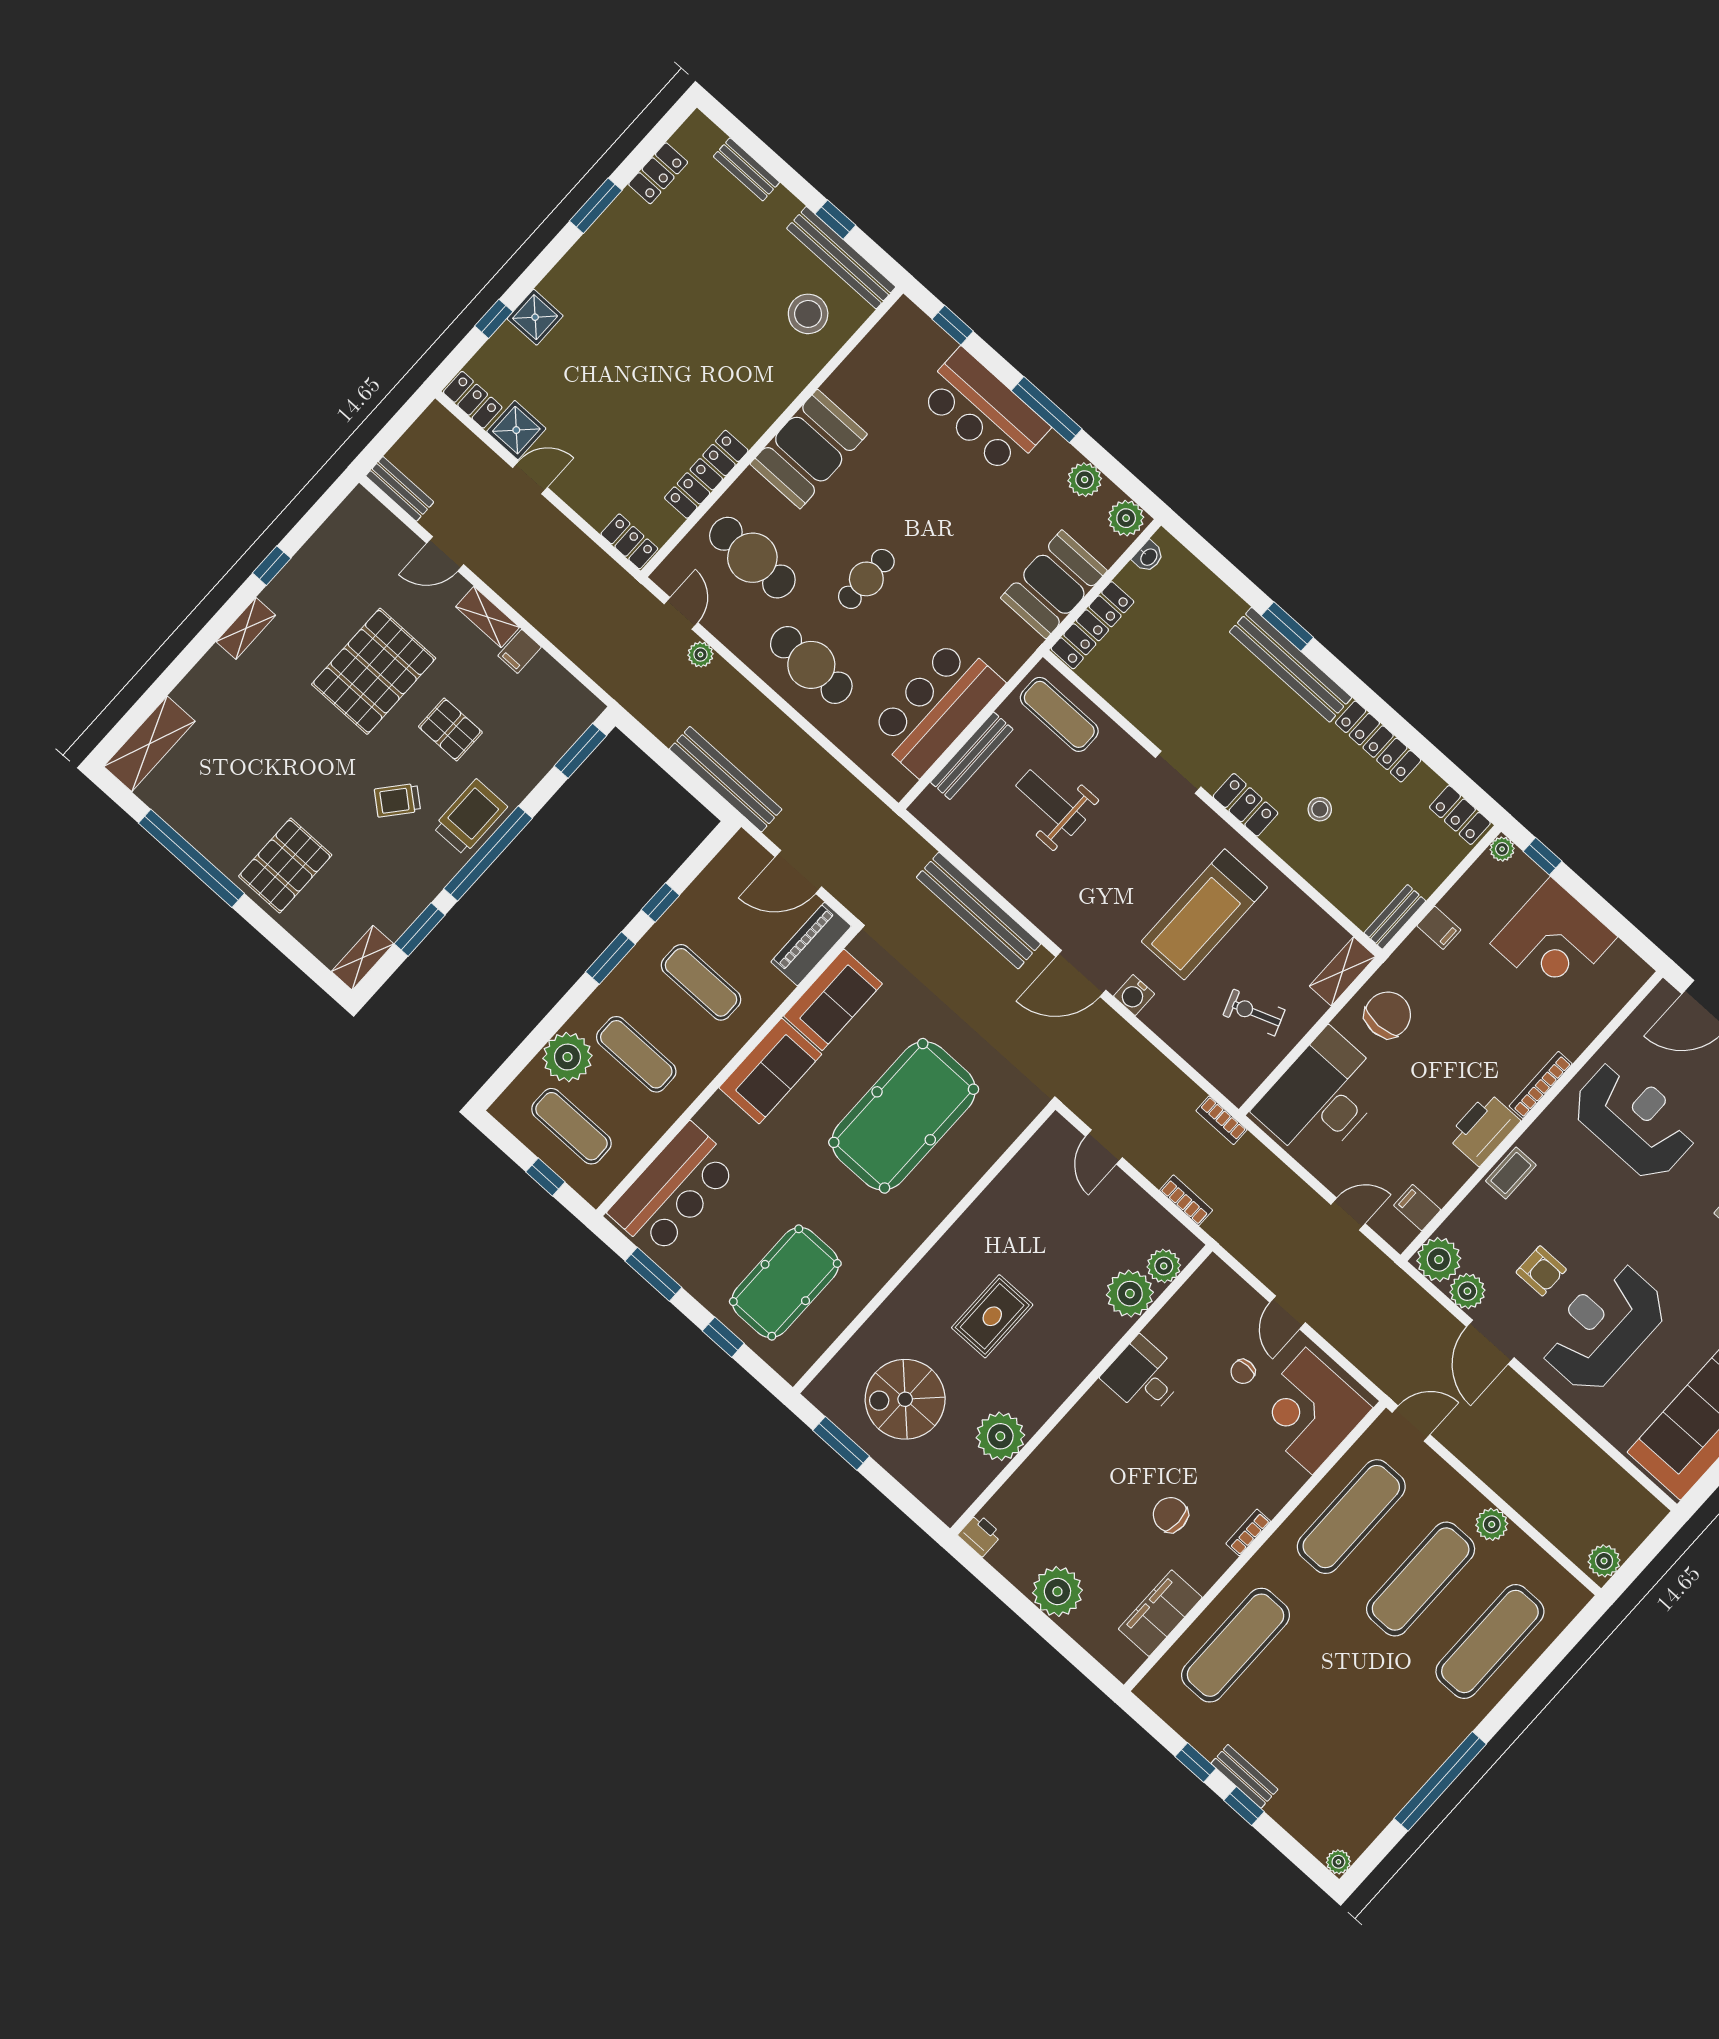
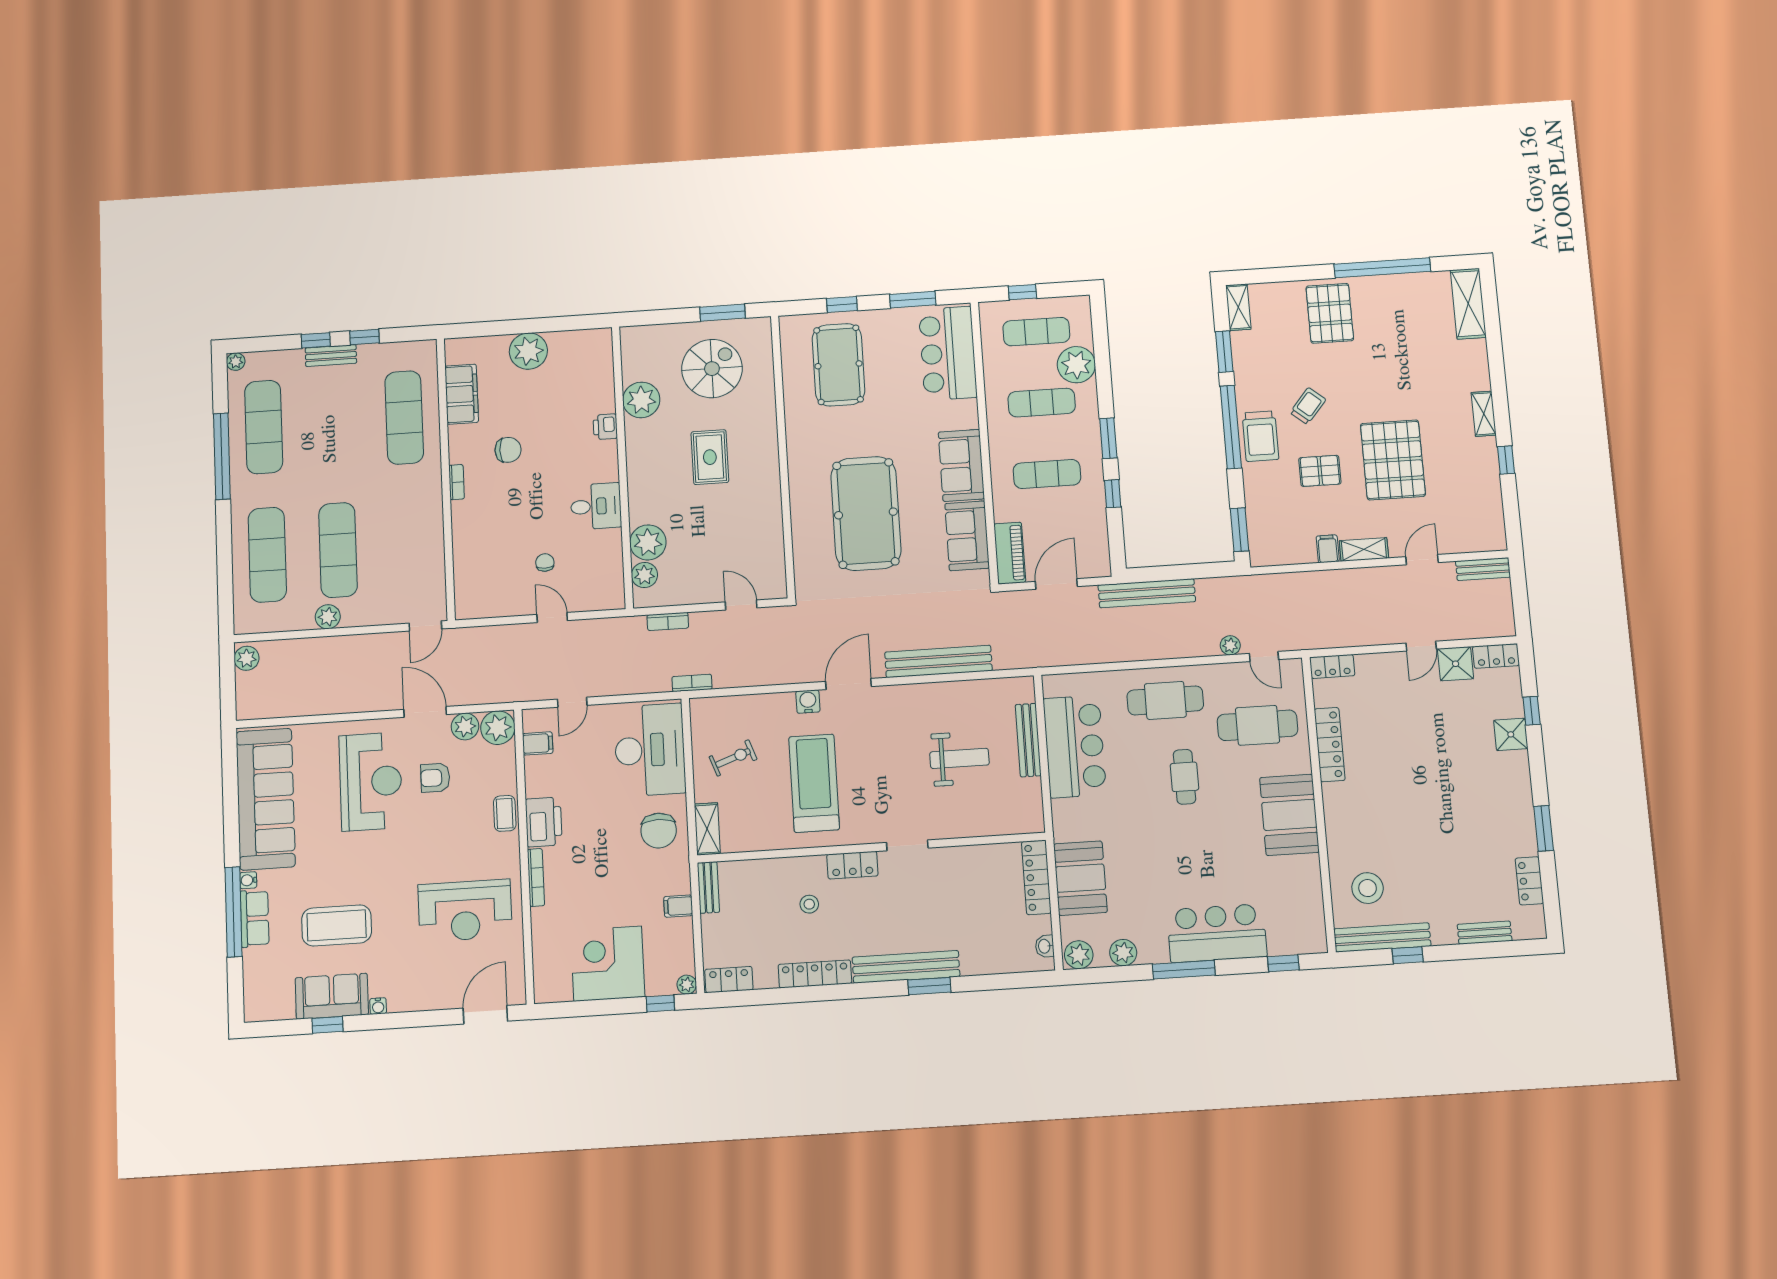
exercise mat: (1059, 714) -> (1004, 811), removed
corner desk: (1309, 1411) -> (488, 578), removed
exercise mat: (1351, 1517) -> (264, 427), moved
printer: (980, 1535) -> (605, 427), moved, turned 90

